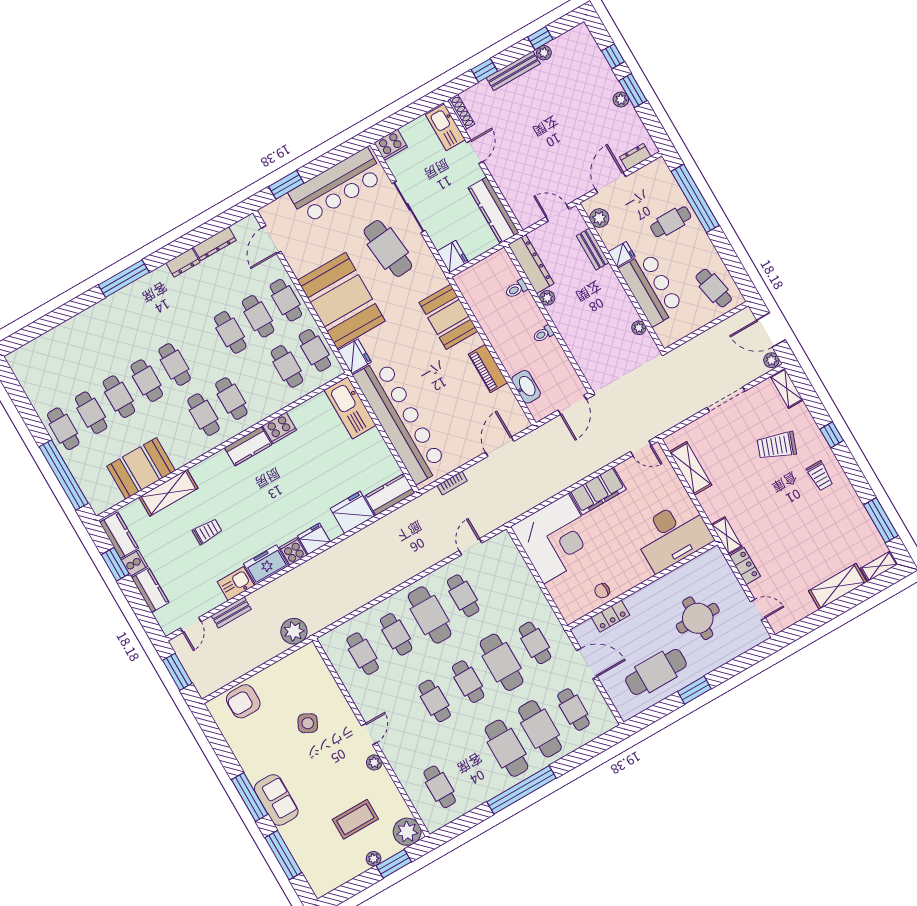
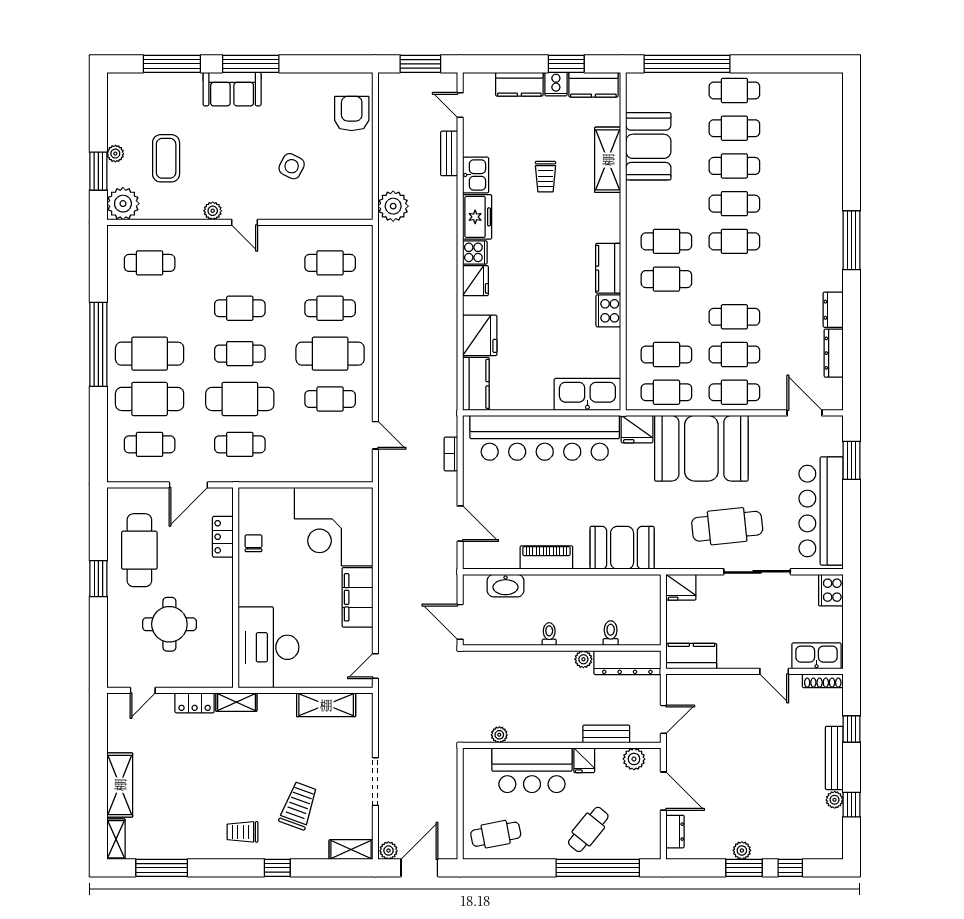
kitchen counter: (494, 210) -> (691, 656), width x0.67
cafe table: (671, 222) -> (588, 829), turned 39

